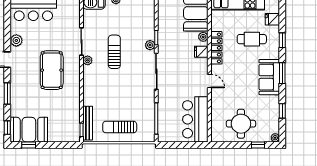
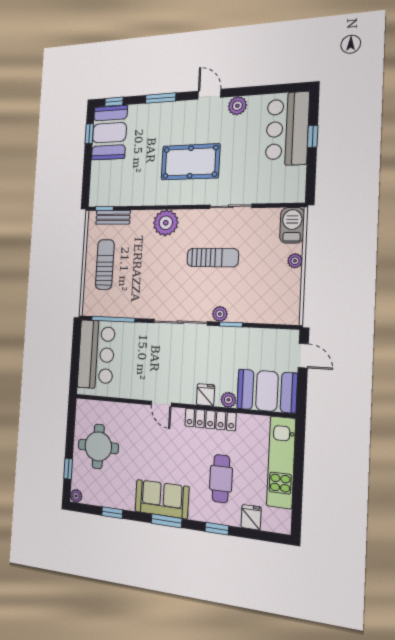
plant: (88, 60) -> (166, 223), moved, width x1.87, depth x1.87
door: (209, 81) -> (161, 404), hinge flipped
bar counter: (195, 119) -> (96, 354), moved, turned 90
bench: (88, 123) -> (113, 217), width x0.73

